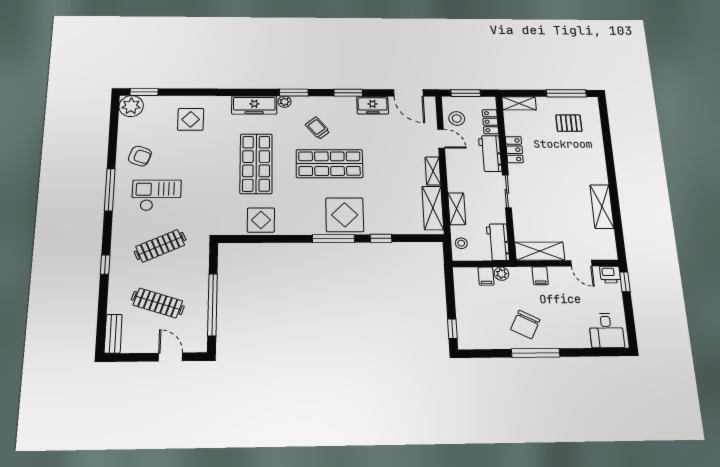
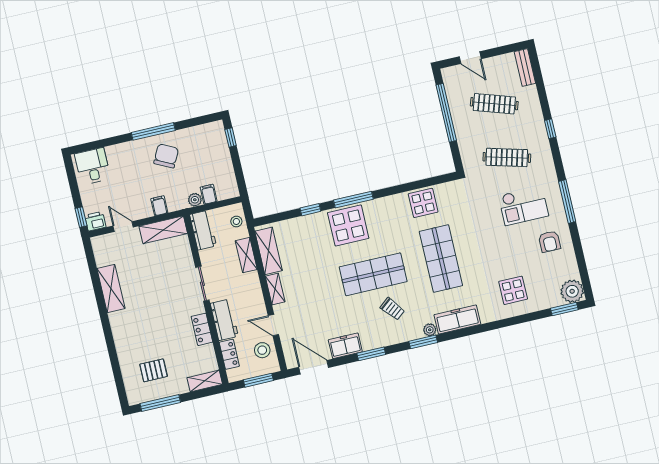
armchair: (140, 156) -> (549, 241), turned -110
clothes rail: (160, 246) -> (507, 157), turned 39

